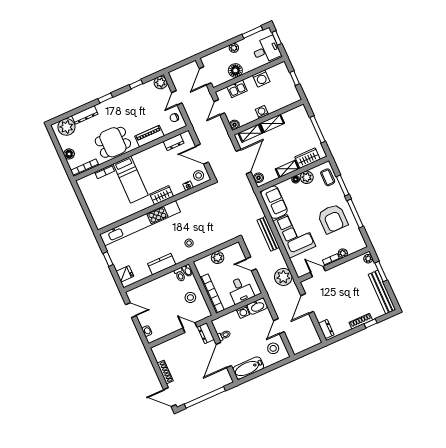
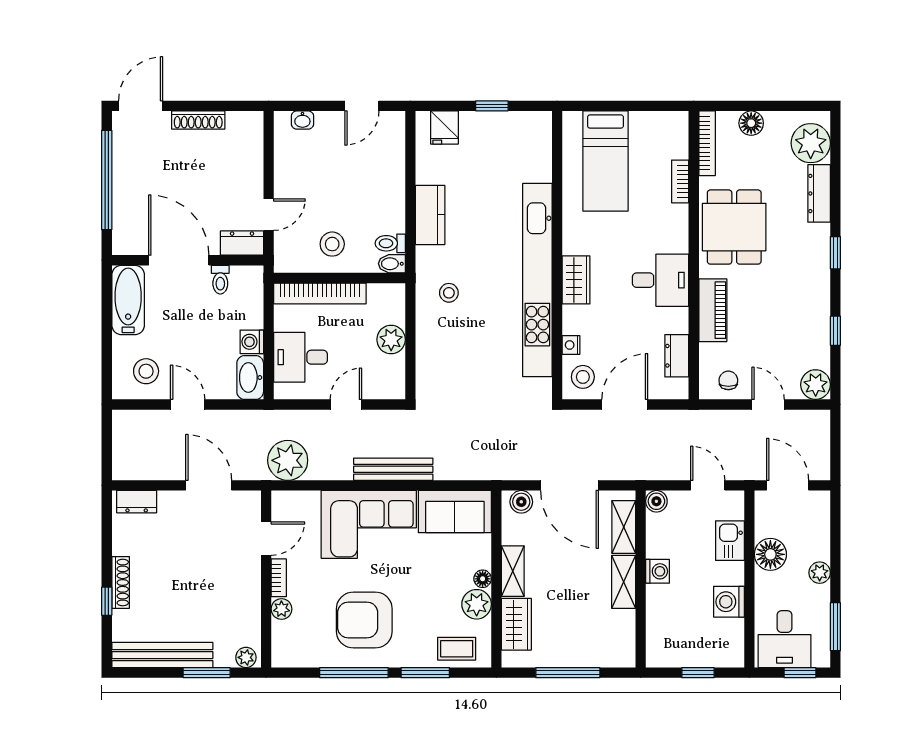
desk: (147, 162) -> (660, 280), added
bed: (131, 180) -> (605, 161), moved, turned -90
kitchen unit: (140, 223) -> (537, 280), moved

